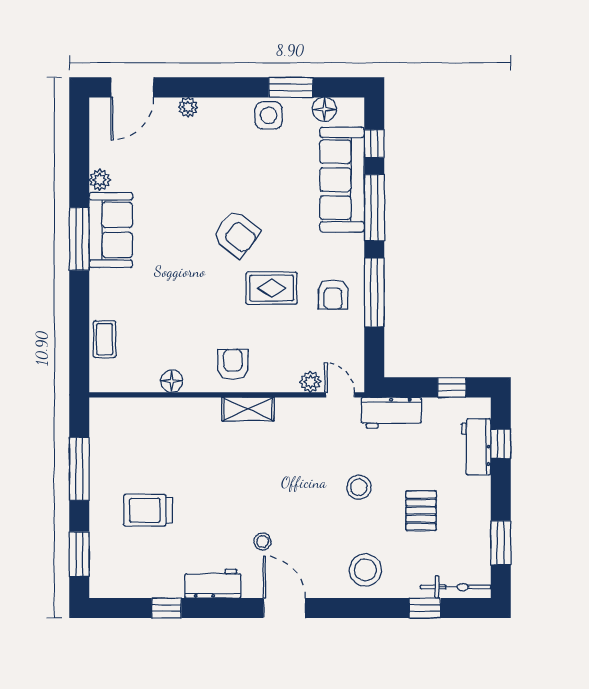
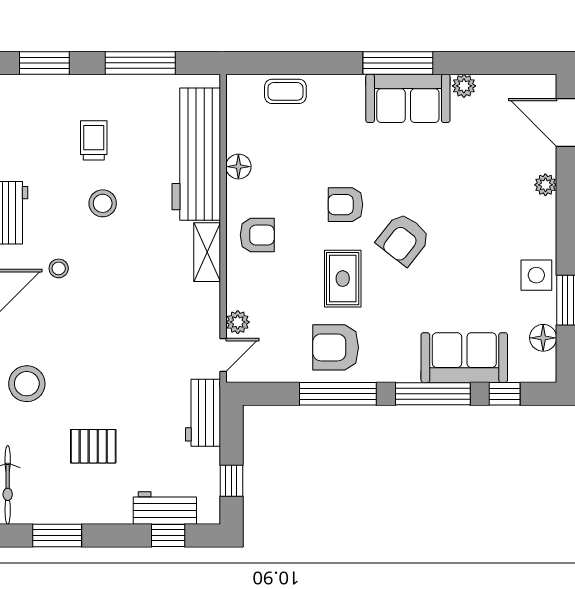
sofa: (342, 180) -> (464, 358), width x0.73
armchair: (206, 286) -> (345, 205), added
armchair: (333, 294) -> (336, 347), width x1.38, depth x1.38
workbench: (161, 419) -> (196, 154), added
stool: (359, 487) -> (103, 203), moved
trolley: (148, 510) -> (94, 140), width x0.73, depth x0.72

